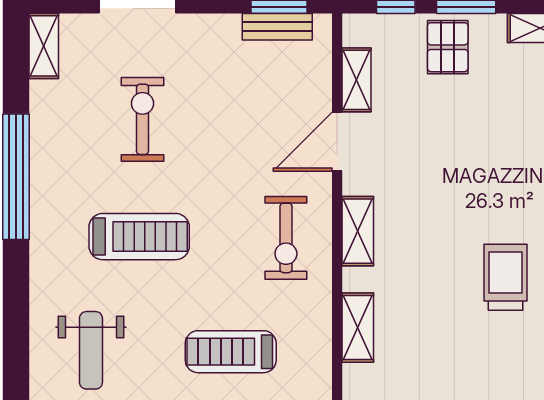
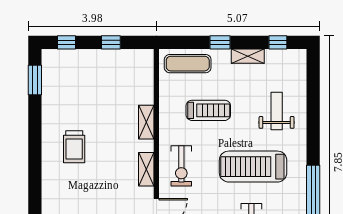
treadmill: (139, 237) -> (253, 167), width x1.37, depth x1.38
exercise bike: (286, 238) -> (181, 166), turned 180

